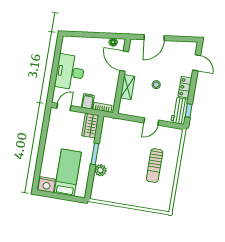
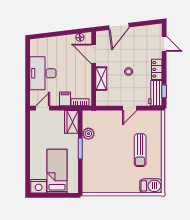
plant: (100, 170) -> (88, 134), moved
barbecue: (159, 203) -> (151, 186), added

